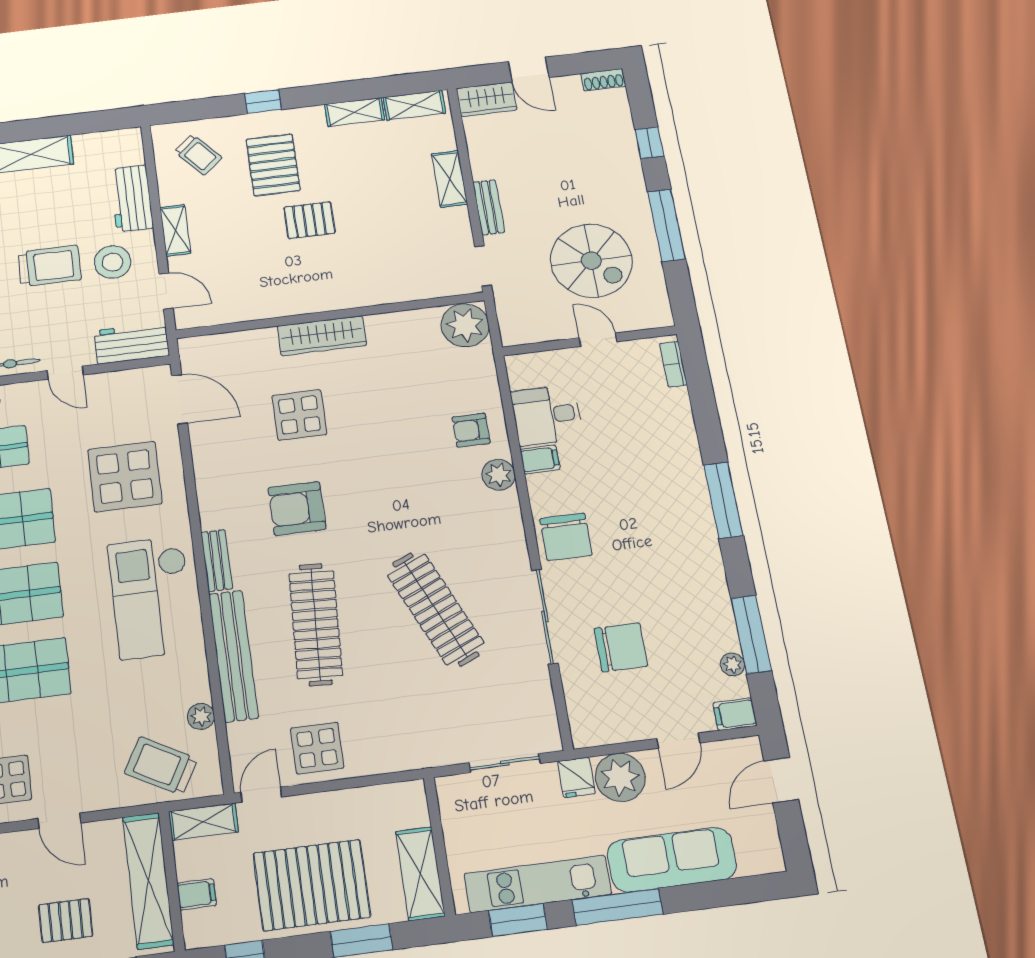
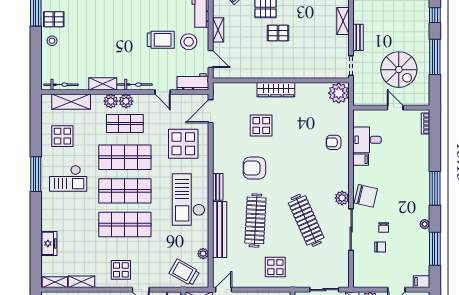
door: (180, 399) -> (211, 111), swing flipped
plant: (499, 475) -> (342, 198), moved
chair: (566, 537) -> (366, 196), turned -77
chair: (621, 602) -> (384, 227), added
chair: (621, 647) -> (380, 247), width x0.54, depth x0.54
plant: (732, 664) -> (425, 224), moved
display table: (317, 748) -> (275, 267), moved

